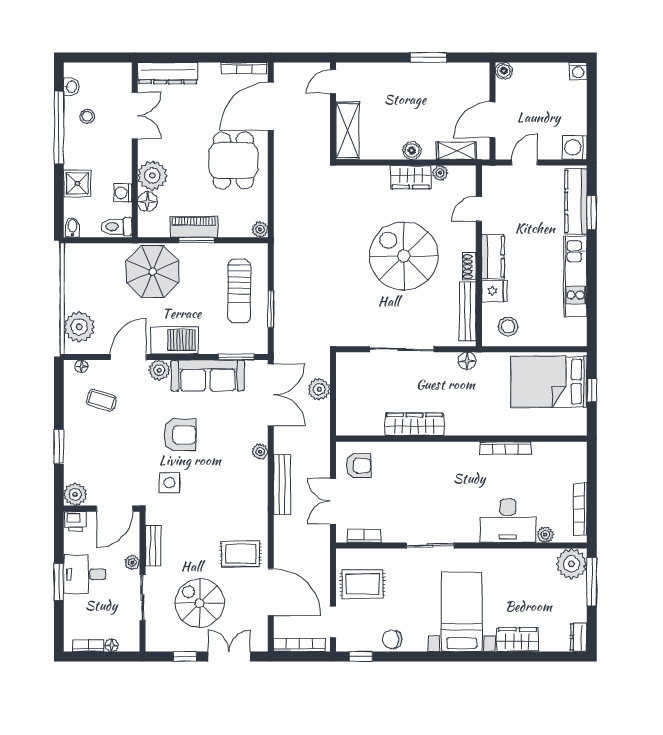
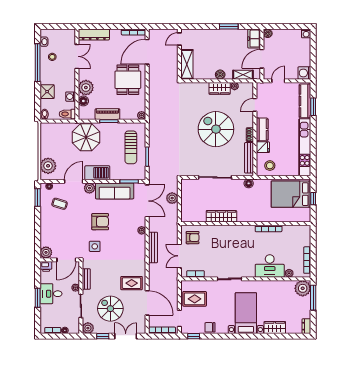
freezer: (478, 81) -> (254, 39), added
kitchen unit: (575, 276) -> (305, 147), width x1.36
window: (59, 446) -> (38, 198), moved
plant: (156, 641) -> (88, 328), added

